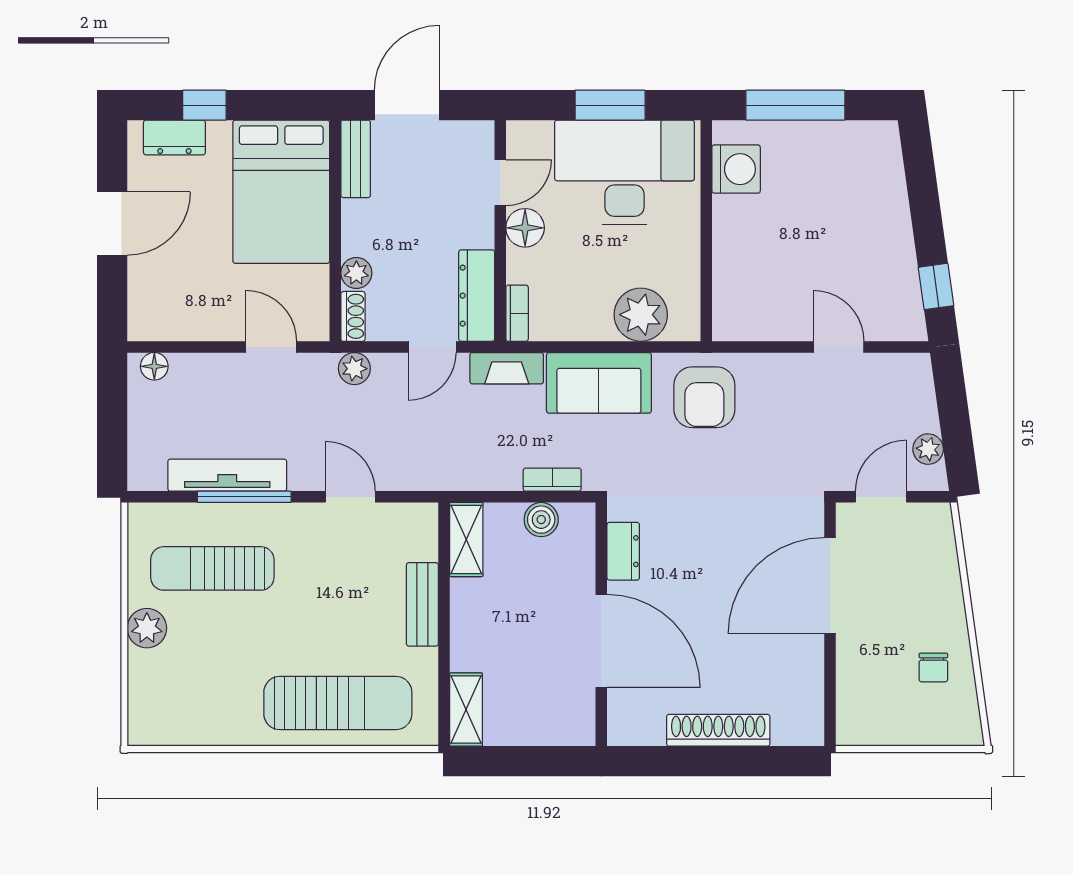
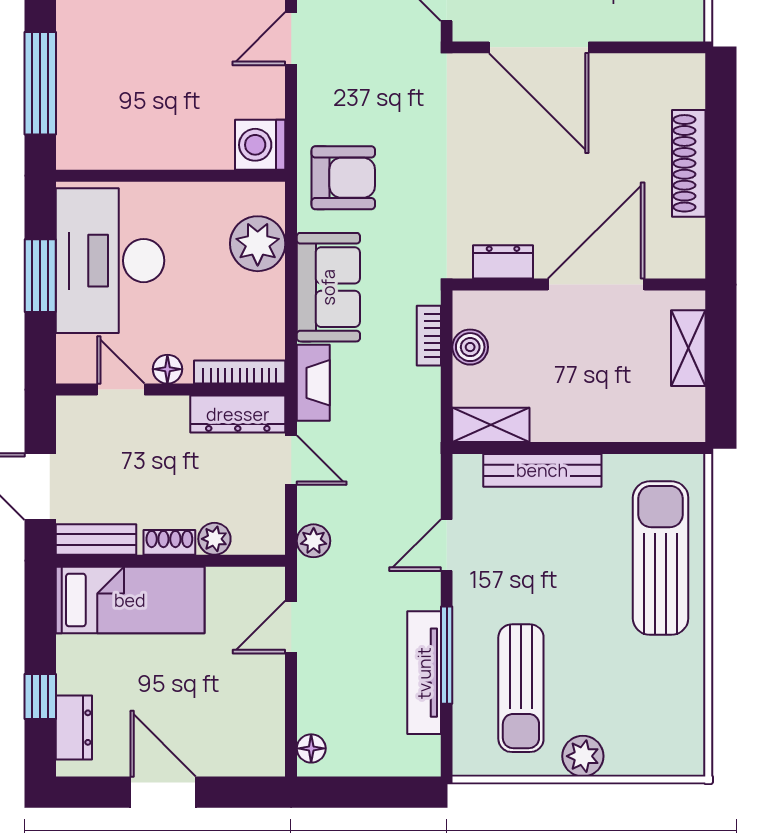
washing machine: (736, 169) -> (260, 145), moved, turned -90
bed: (281, 192) -> (130, 600), width x0.67
floor lamp: (525, 228) -> (167, 369), width x0.73, depth x0.73
bookcase: (517, 313) -> (240, 372), width x1.56
shoe rack: (353, 316) -> (169, 542), moved
bench: (422, 604) -> (542, 470), width x1.36
shelving: (466, 710) -> (688, 348), moved, turned 90

